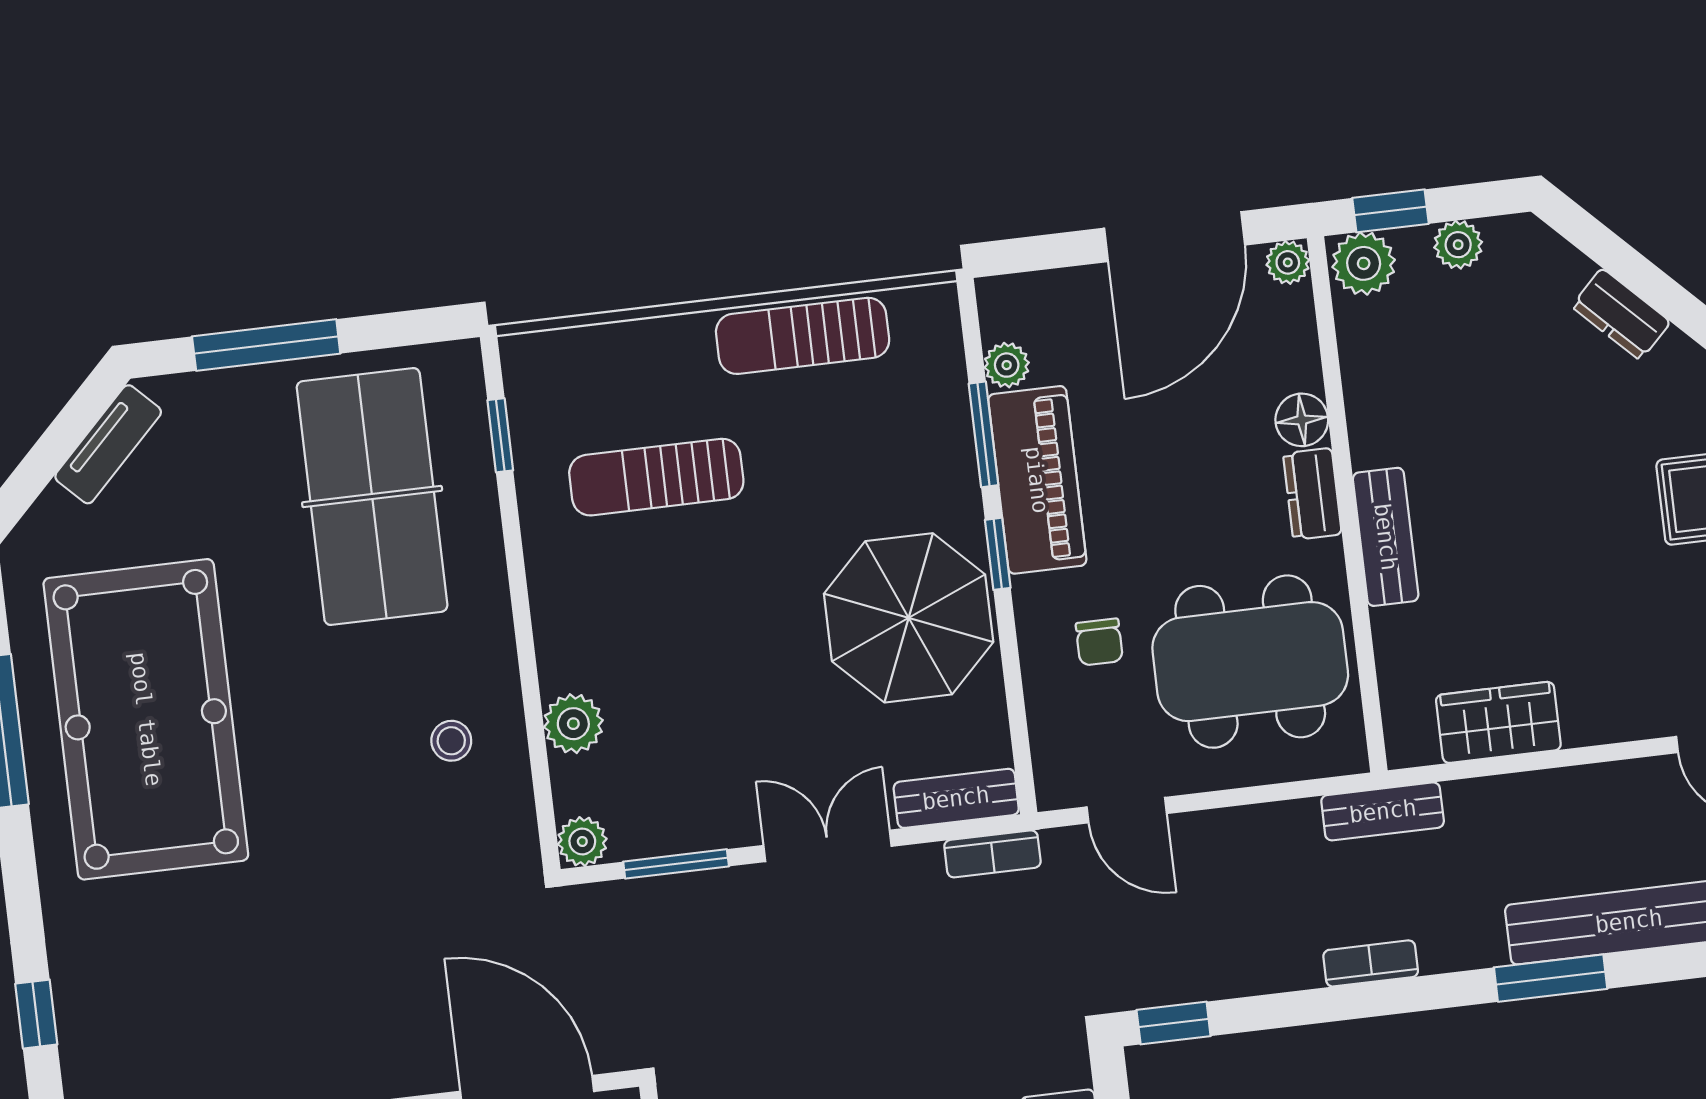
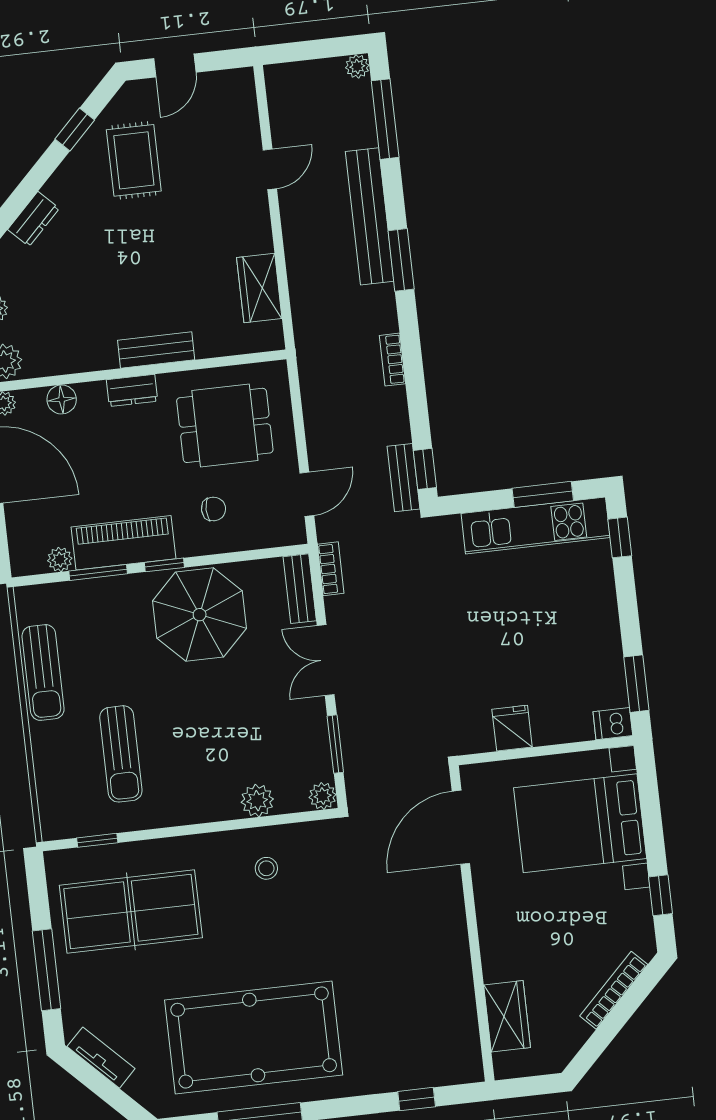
floor lamp: (1302, 420) -> (62, 399), moved
dining table: (1250, 662) -> (225, 425), width x0.73
bench: (1383, 811) -> (403, 478), moved

